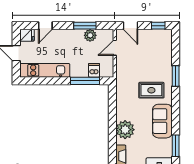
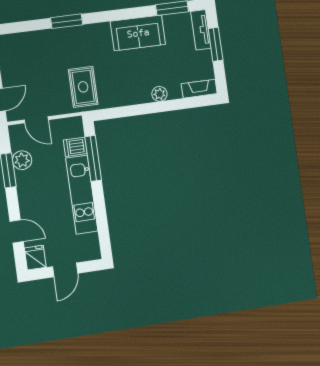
kitchen unit: (45, 70) -> (82, 195), moved
rug: (151, 90) -> (83, 87), moved
plant: (125, 130) -> (159, 94), width x0.53, depth x0.53

